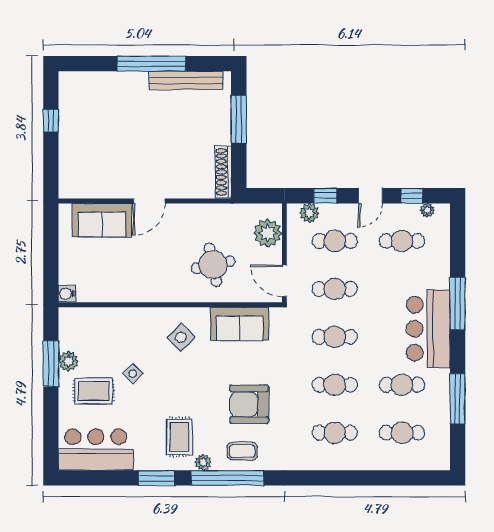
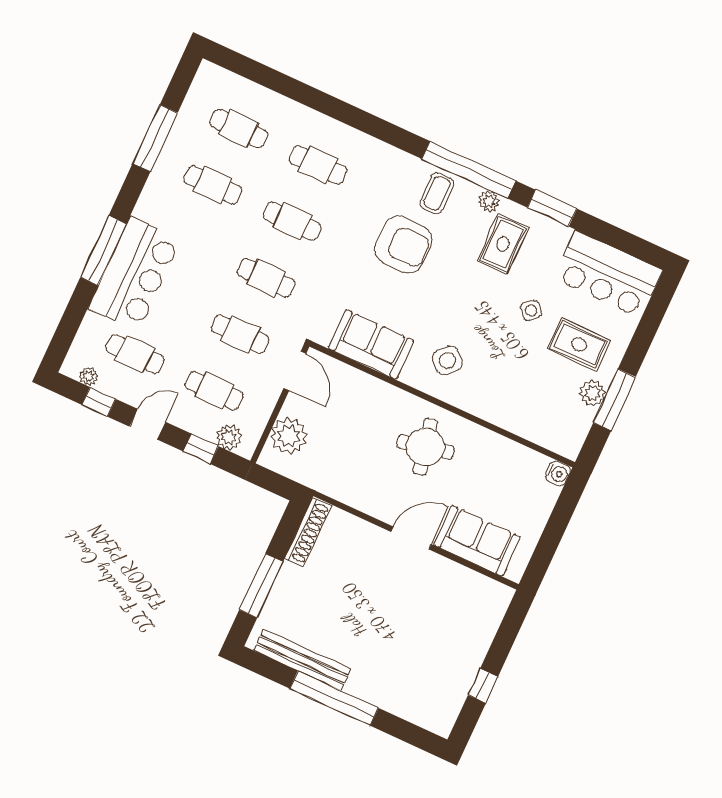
round table: (213, 265) -> (425, 447), moved
bar counter: (428, 329) -> (135, 274), moved
side table: (133, 373) -> (531, 310), moved
coffee table: (242, 451) -> (437, 193), turned 90

